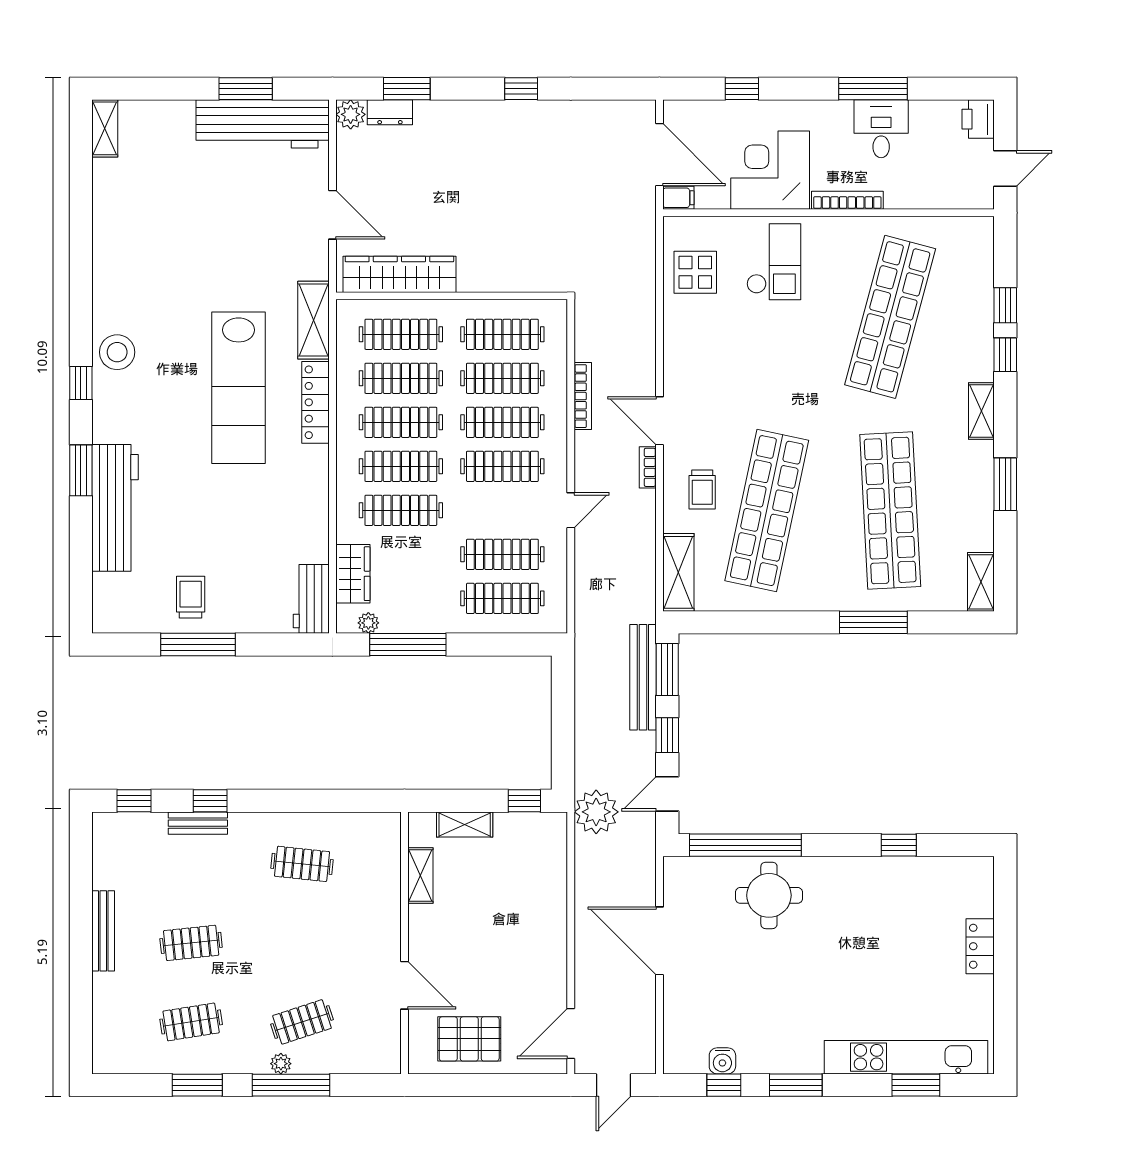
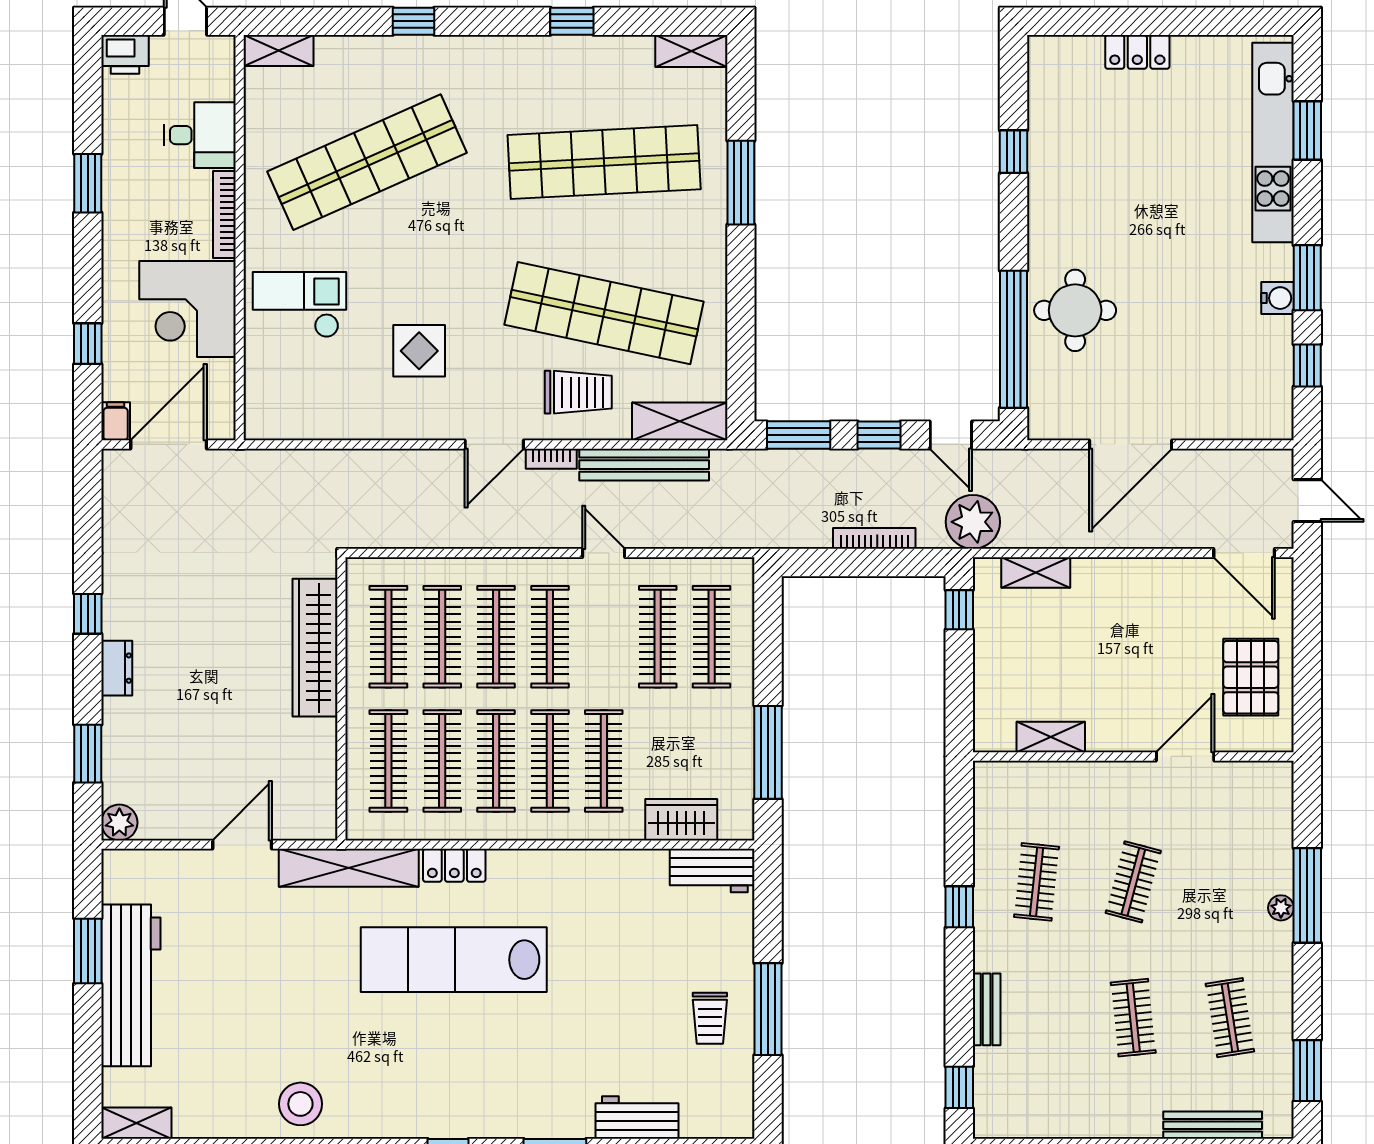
window: (873, 89) -> (88, 183), width x0.69
dresser: (390, 112) -> (117, 668), moved
workbench: (262, 124) -> (131, 985), moved
desk: (881, 129) -> (200, 135), moved, turned 180
filing cabinet: (678, 198) -> (116, 421), moved
display table: (695, 272) -> (419, 351), moved
wardrobe: (399, 274) -> (315, 648), moved
window: (1005, 305) -> (353, 21), removed
shop shelf: (890, 317) -> (367, 162), turned -39
shelving: (314, 320) -> (349, 868), width x1.47
stool: (117, 352) -> (300, 1104), moved
lab bench: (239, 388) -> (454, 960), turned 180
bookcase: (583, 396) -> (874, 538), moved
locker: (316, 402) -> (454, 865), width x0.66
shelving: (981, 411) -> (279, 50), moved
window: (1005, 484) -> (572, 21), width x0.67
trolley: (702, 489) -> (578, 392), width x1.36, depth x1.39
workbench: (115, 508) -> (637, 1118), width x0.53, depth x0.76
trolley: (191, 597) -> (710, 1018), turned -90
plant: (368, 623) -> (742, 801), removed
bench: (643, 677) -> (644, 465), moved
window: (210, 801) -> (959, 907), moved
shelving: (465, 825) -> (1036, 572), moved, turned 90
bench: (103, 931) -> (1213, 1125), moved
clothes rail: (302, 1022) -> (1133, 882), moved, turned 33
water cooler: (722, 1061) -> (1278, 298), moved
window: (197, 1085) -> (1307, 1071), moved

